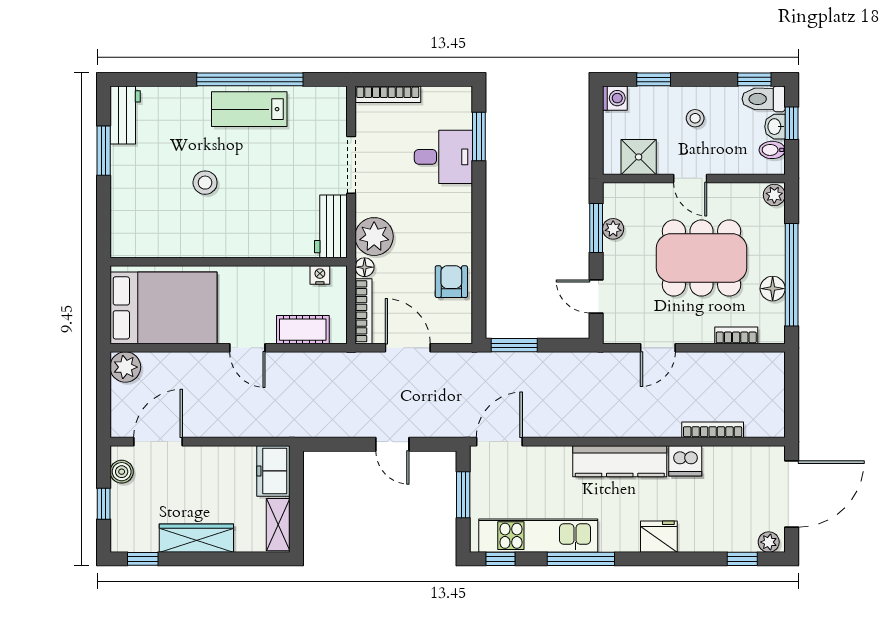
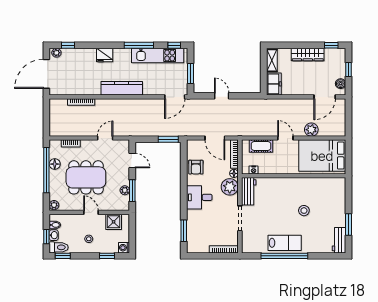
desk: (443, 157) -> (199, 197), moved
plant: (125, 367) -> (311, 130), moved
dishwasher: (685, 461) -> (93, 88), removed

